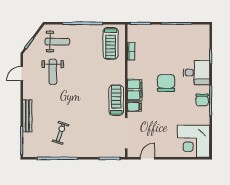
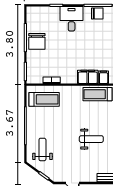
weight bench: (53, 72) -> (91, 139), moved
chair: (166, 83) -> (37, 41), moved, turned -90

